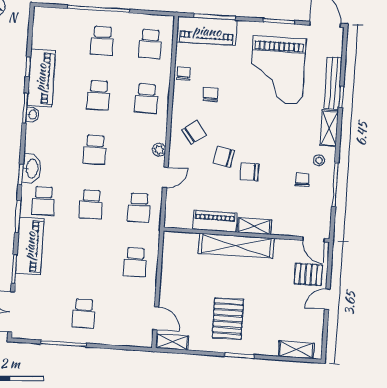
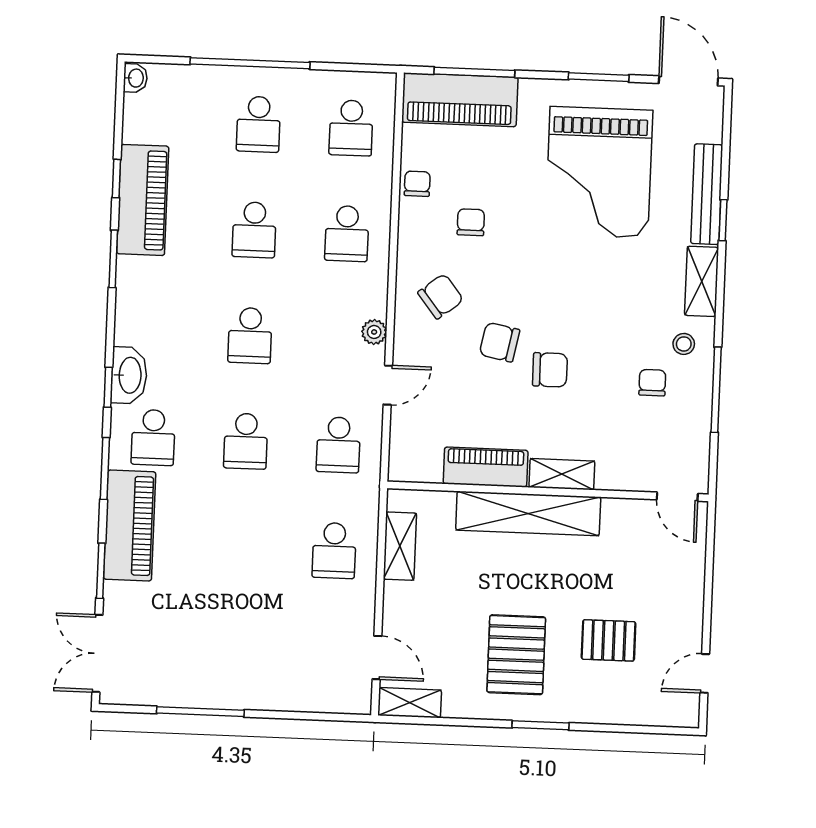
washbasin: (32, 115) -> (135, 78), moved
chair: (249, 172) -> (550, 370), turned 180
pallet: (308, 274) -> (609, 640), moved
door: (327, 299) -> (705, 673), moved
school desk: (84, 313) -> (237, 652), removed
shelving: (296, 350) -> (400, 546), moved, turned 90

